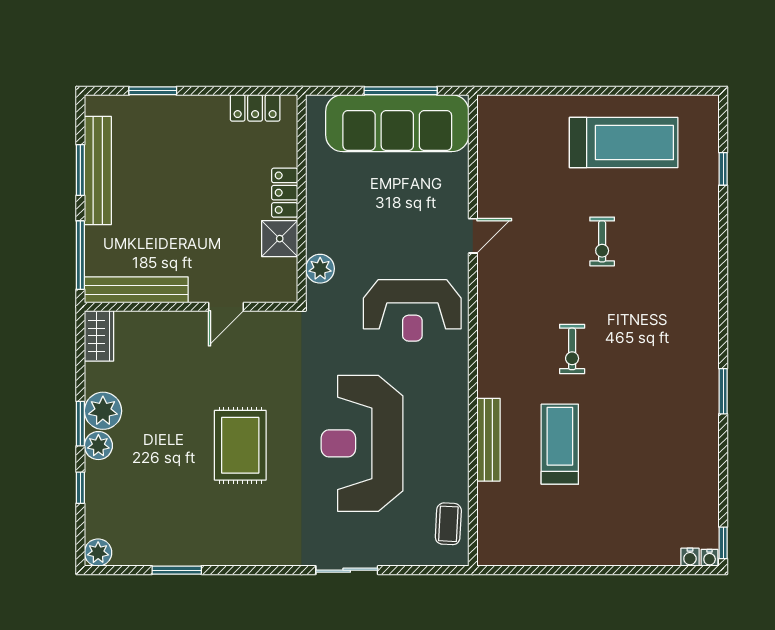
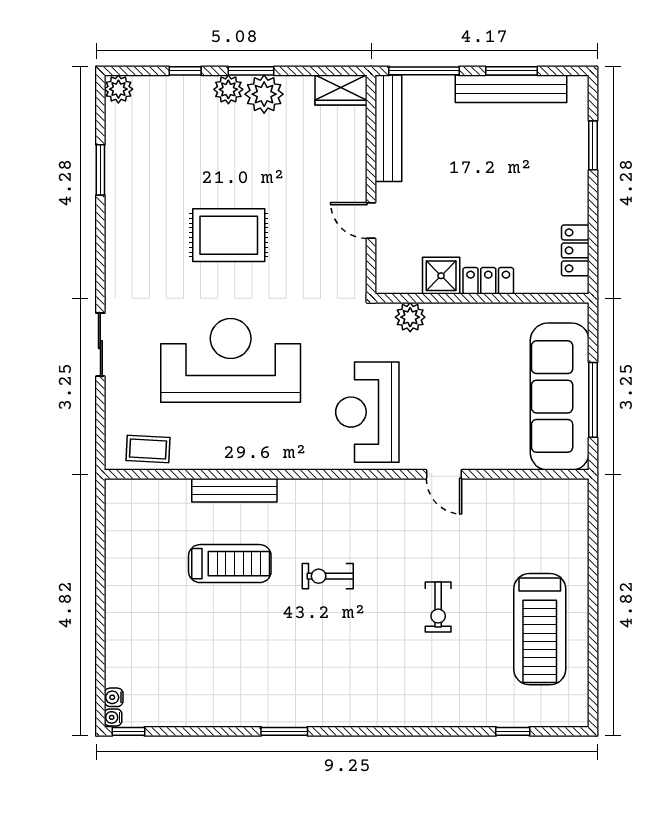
exercise bike: (602, 241) -> (438, 607), turned -90

